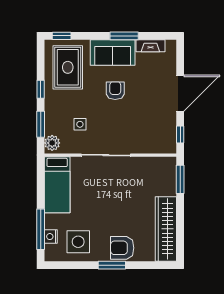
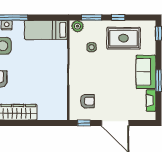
rug: (68, 67) -> (124, 38), moved
armchair: (115, 91) -> (87, 101), moved
window: (180, 179) -> (50, 123), removed

